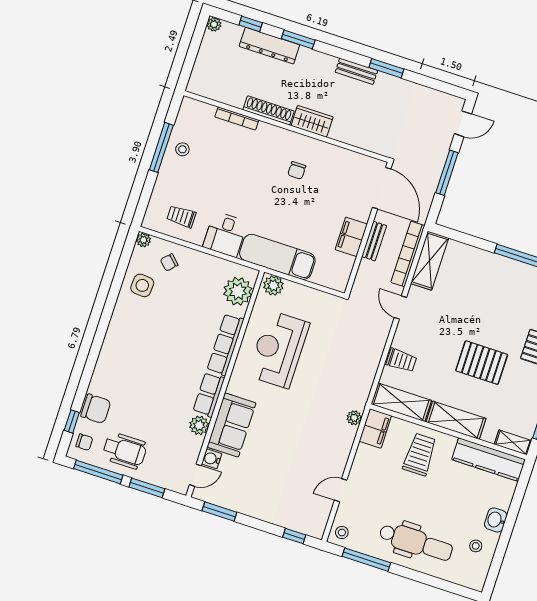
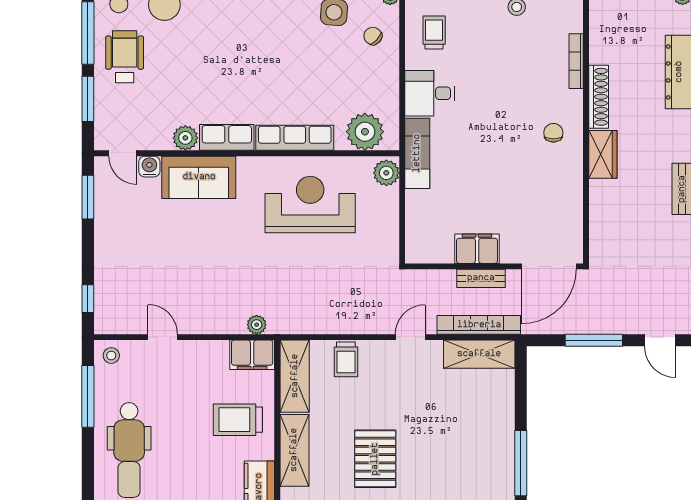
chair: (297, 170) -> (553, 133), moved, turned 90
exam couch: (277, 257) -> (417, 153), width x0.73, depth x0.69
wheelchair: (125, 451) -> (125, 57), turned 180
trolley: (420, 455) -> (238, 420), turned 180

